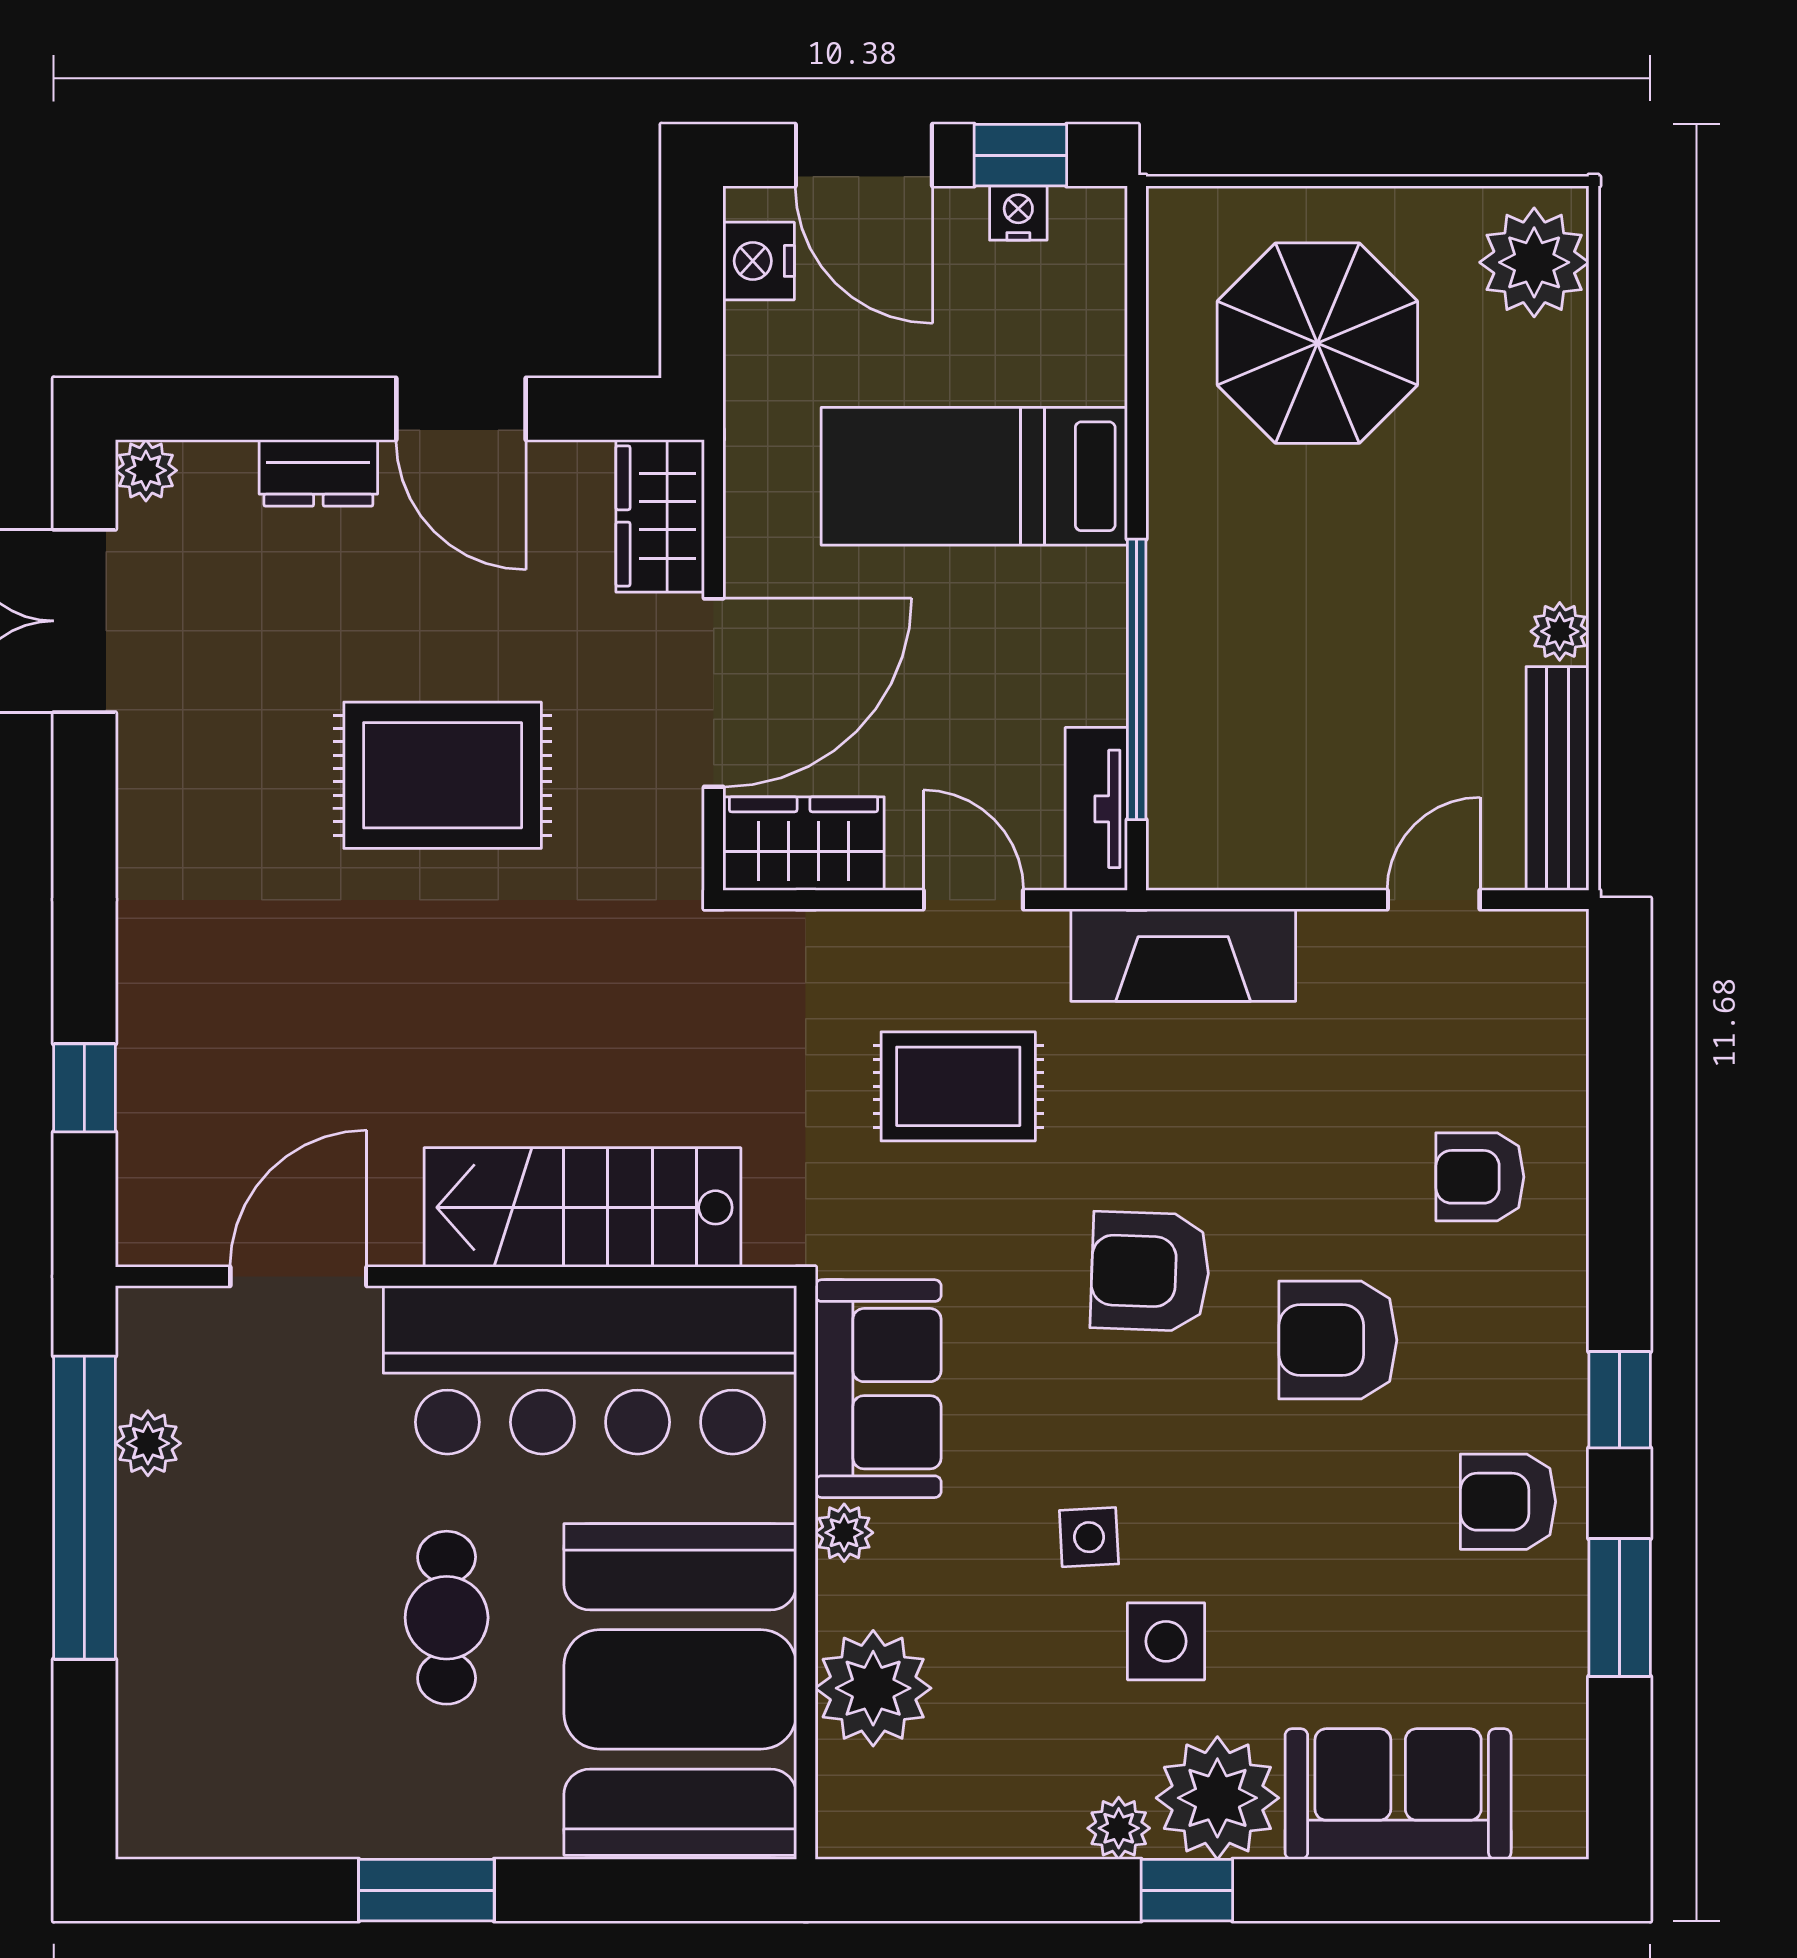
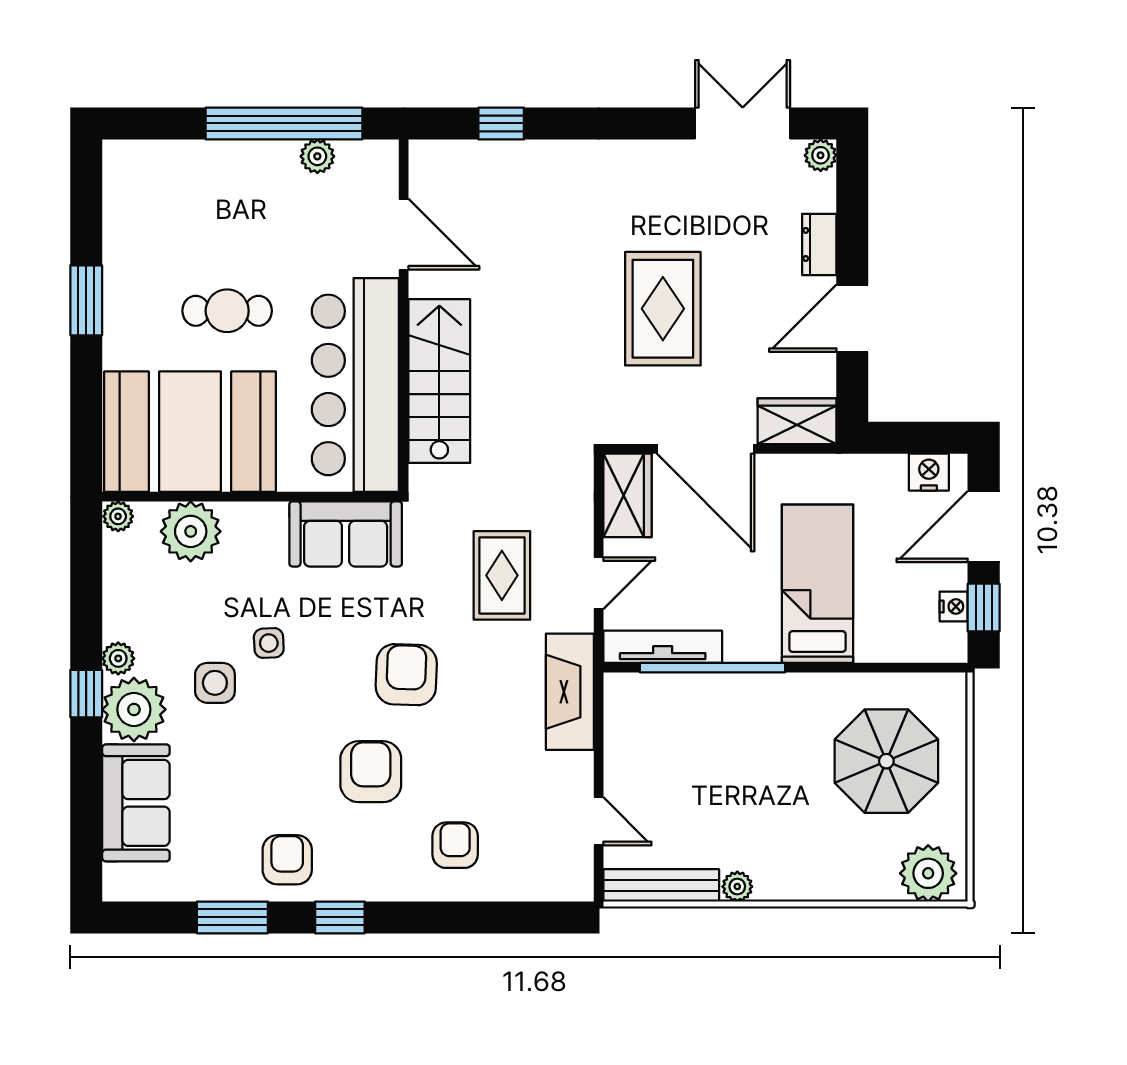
tv unit: (1096, 809) -> (663, 647), width x1.41
plant: (844, 1533) -> (118, 516), moved

